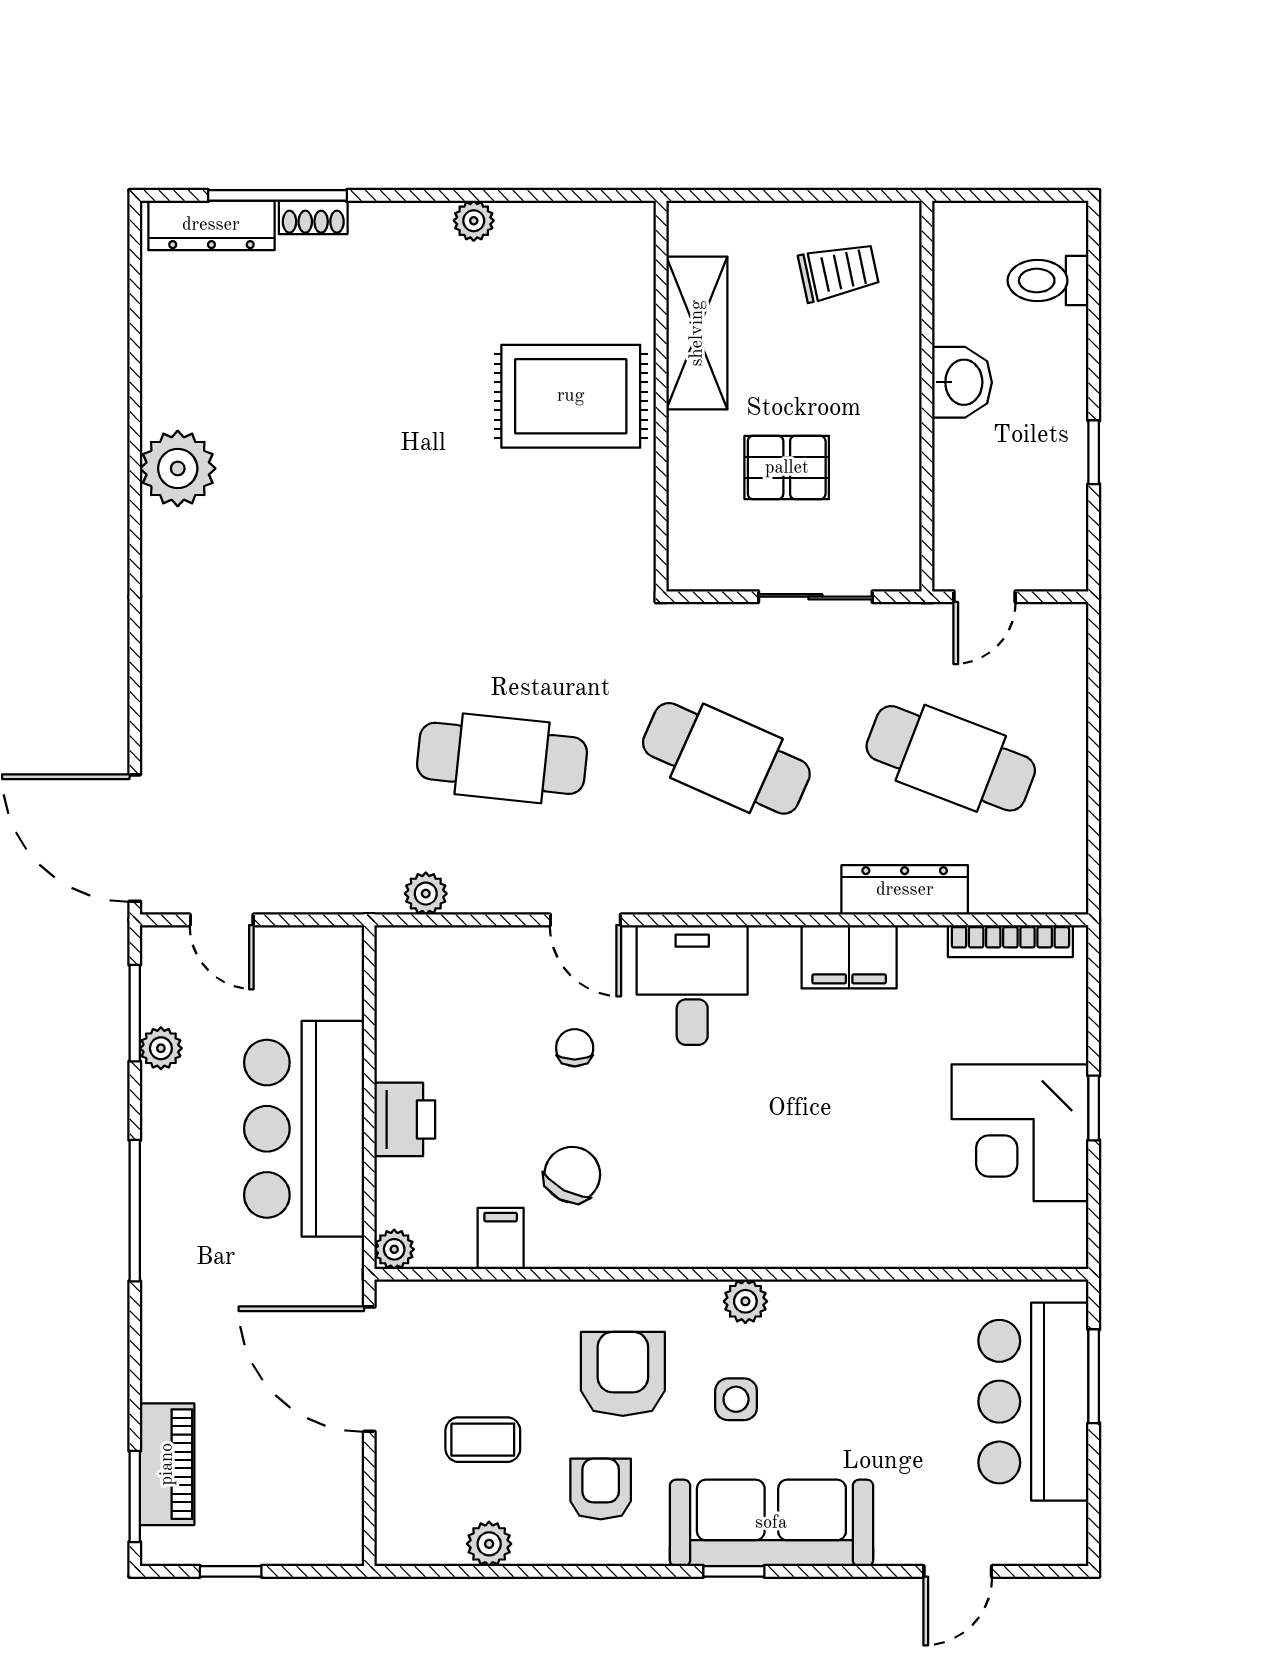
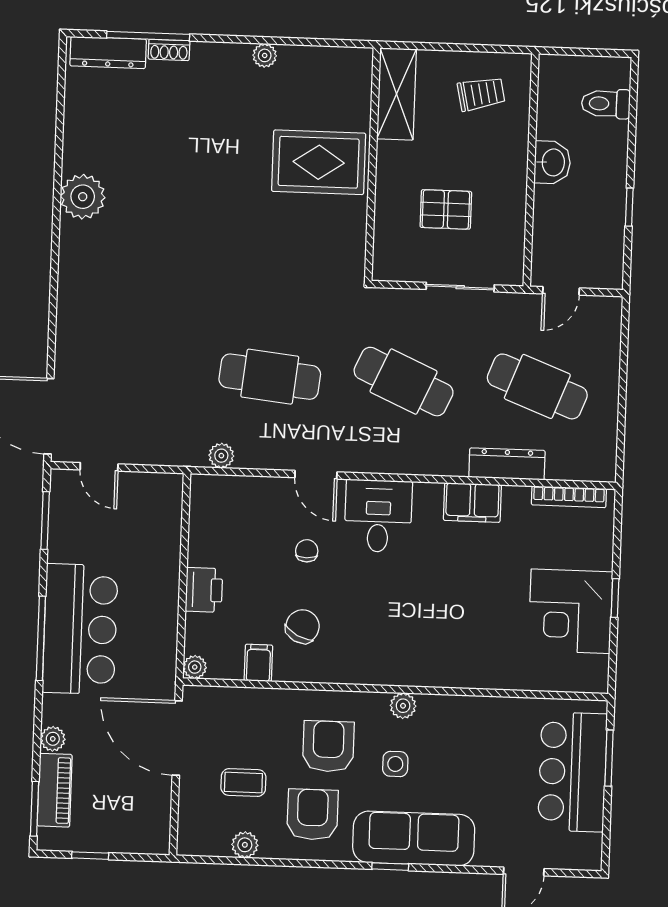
shelving: (697, 333) -> (396, 94), moved
plant: (161, 1048) -> (53, 739), moved
bar counter: (304, 1129) -> (80, 629), moved, turned 180
armchair: (601, 1489) -> (313, 815), width x1.38, depth x1.38

